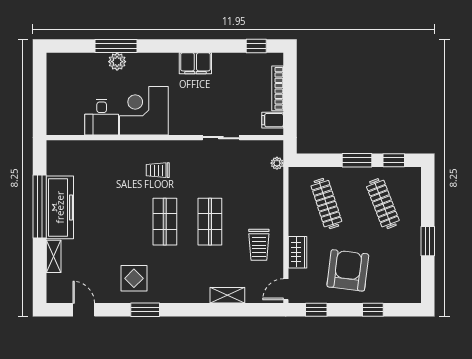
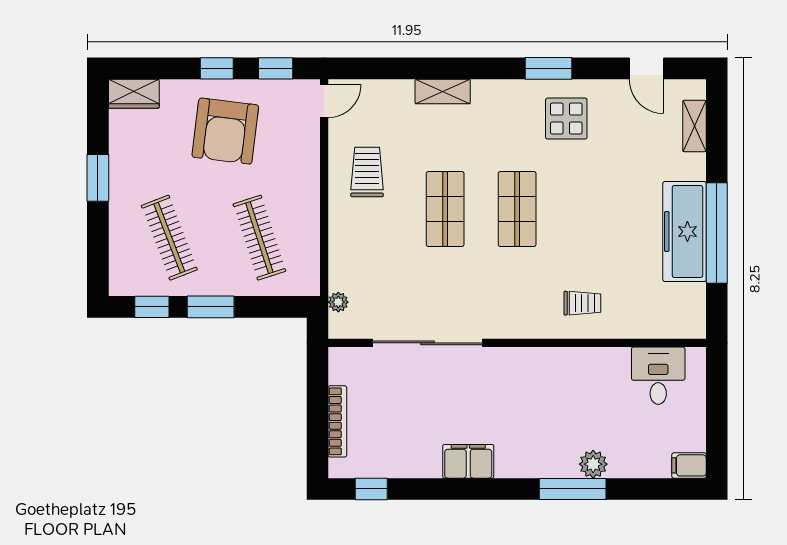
window: (116, 46) -> (573, 489), moved
corner desk: (144, 111) -> (550, 386), removed
desk: (102, 117) -> (658, 376), moved
filing cabinet: (273, 120) -> (689, 465), moved, turned 180
sliding door: (221, 138) -> (428, 343), width x1.86
trolley: (158, 170) -> (582, 303), moved
wardrobe: (297, 252) -> (134, 94), moved, turned -90
shelving: (54, 256) -> (694, 126), moved
shelving: (227, 295) -> (443, 91), moved
window: (373, 310) -> (217, 68), moved

